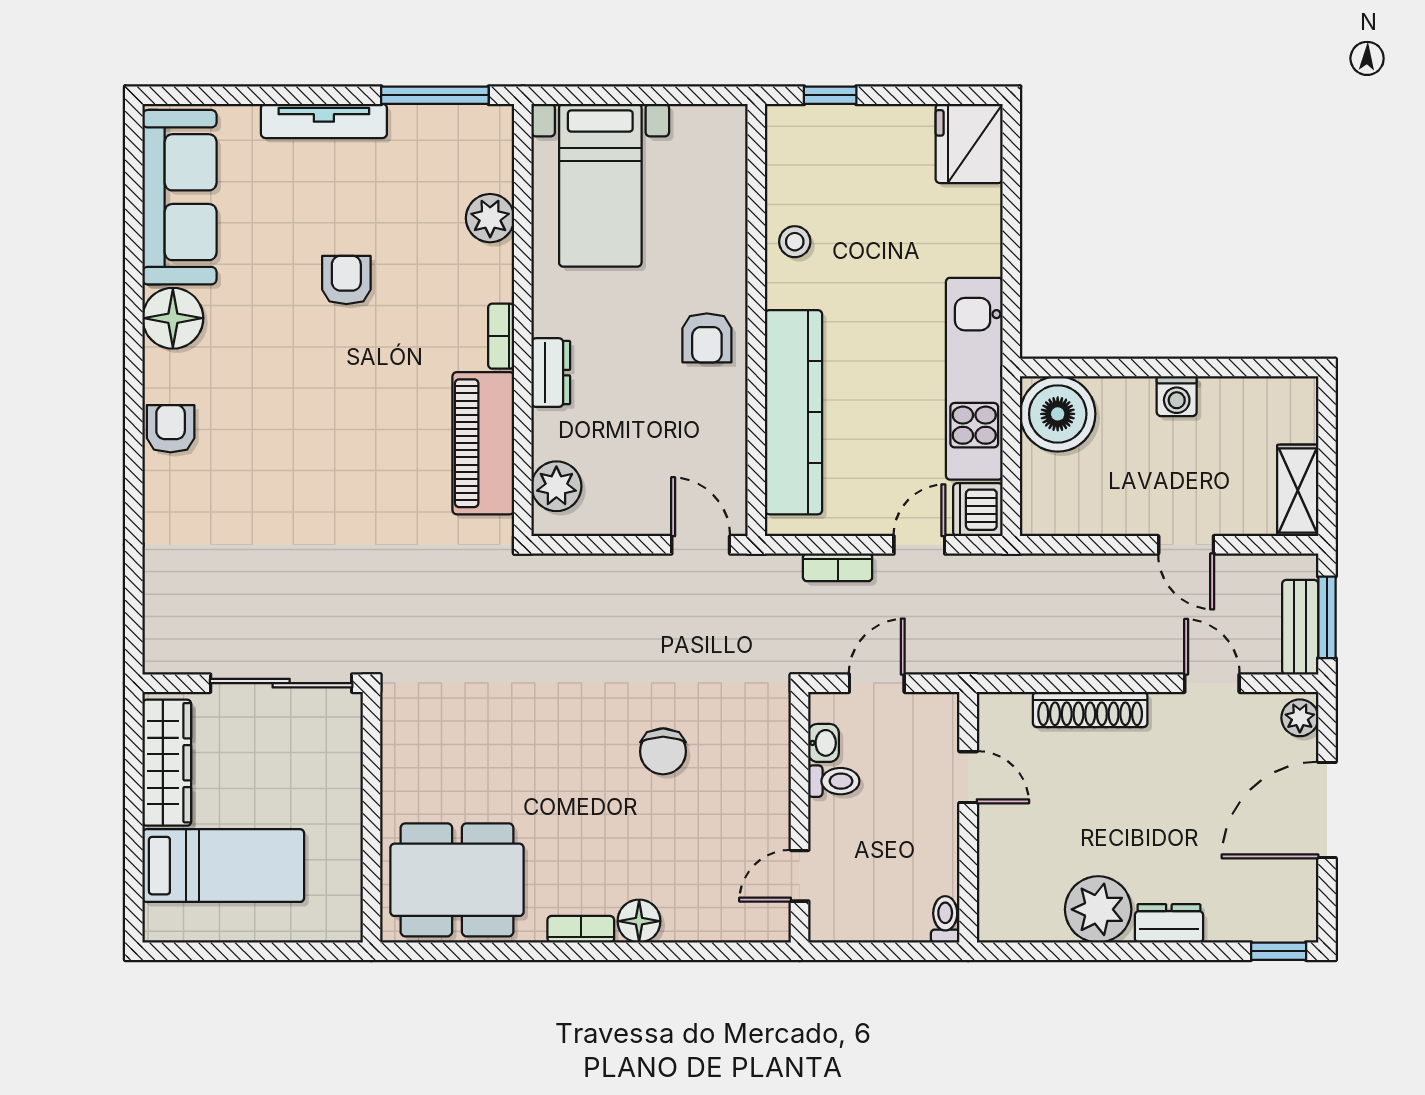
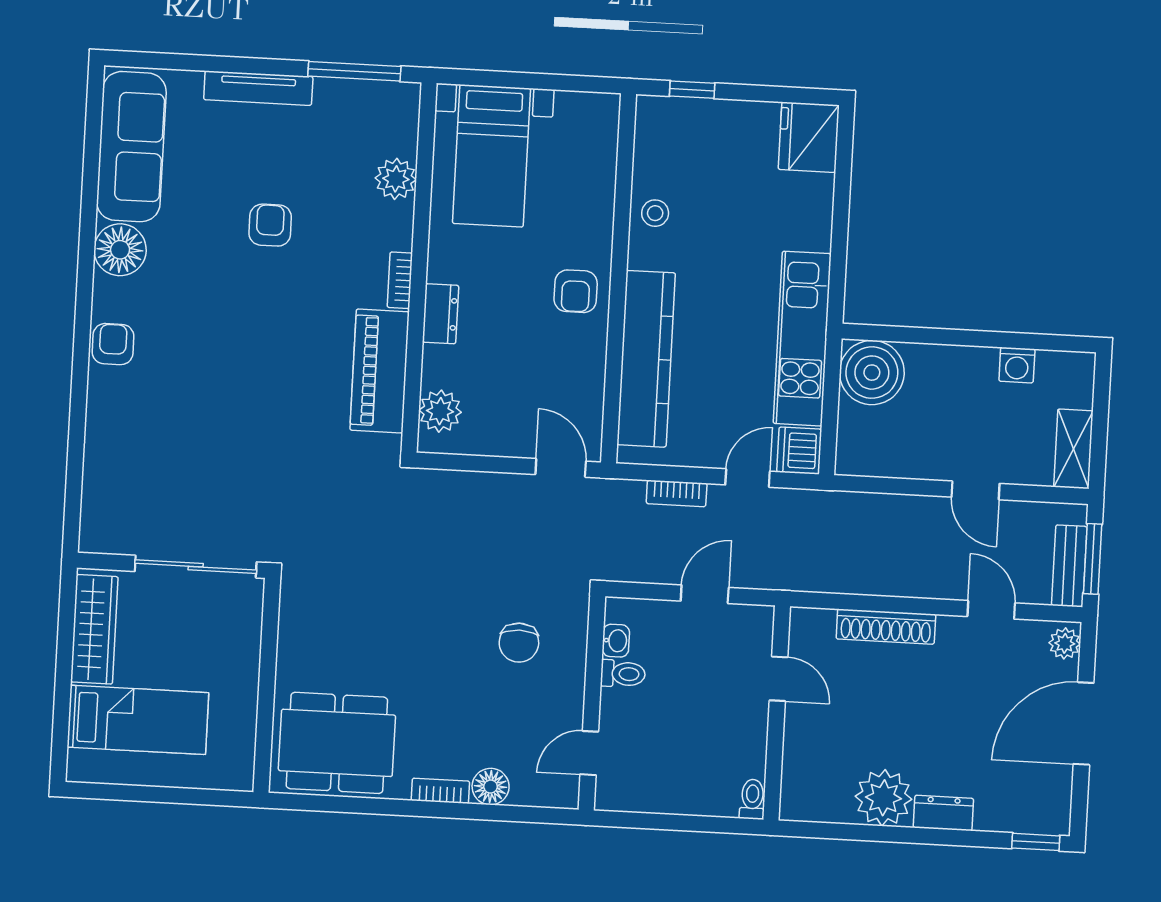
washing machine: (1177, 396) -> (1017, 365), moved
washbasin: (824, 743) -> (616, 641), moved
toilet: (834, 781) -> (623, 674), moved
wall: (800, 817) -> (592, 703), moved
door: (800, 876) -> (589, 753), moved

